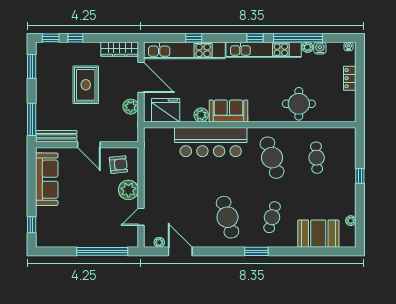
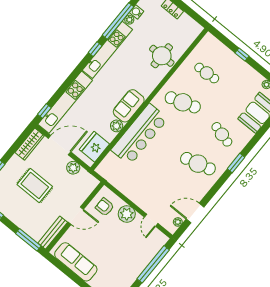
window: (194, 38) -> (44, 111), moved
armchair: (118, 165) -> (105, 207), turned -84

